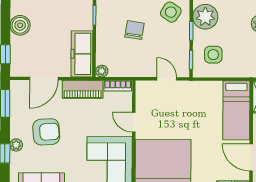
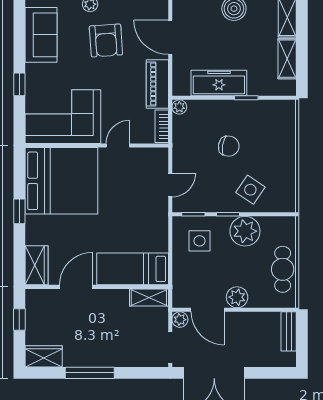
freezer: (82, 54) -> (219, 83), moved

